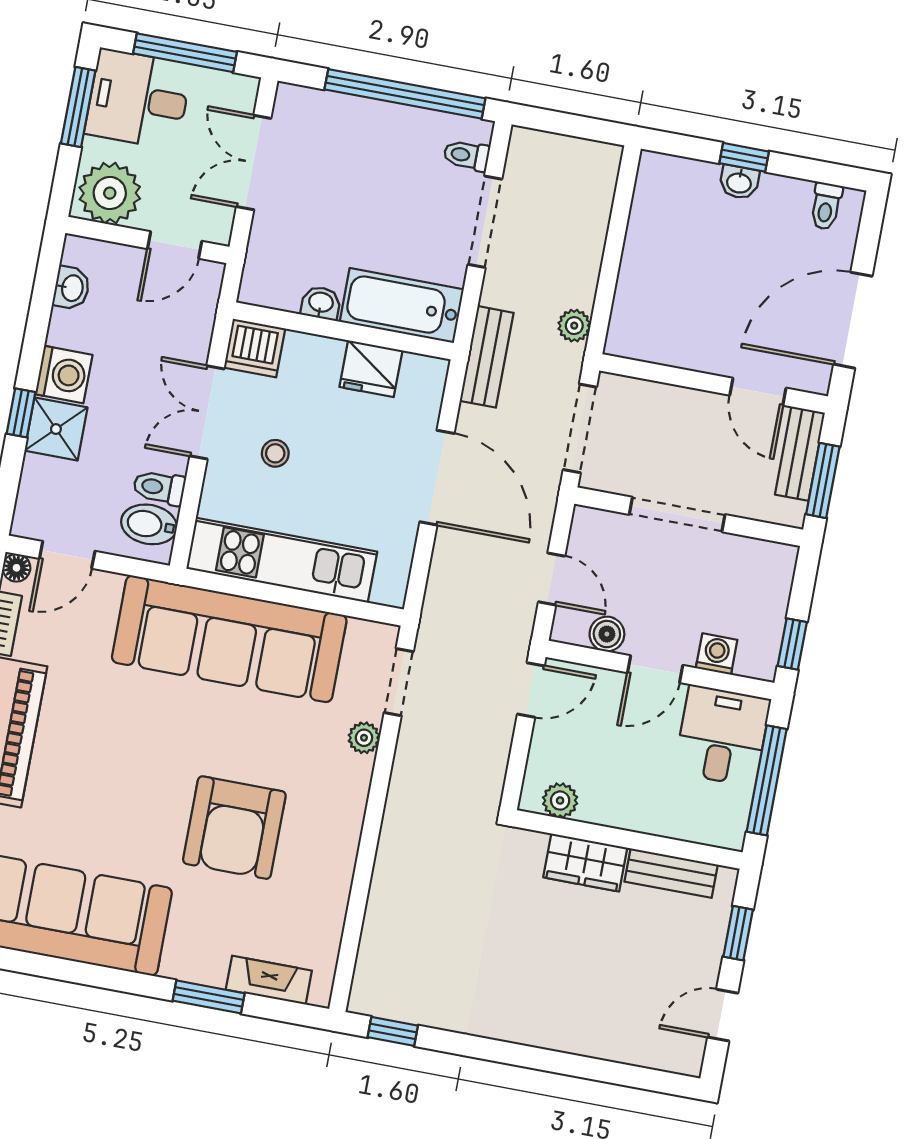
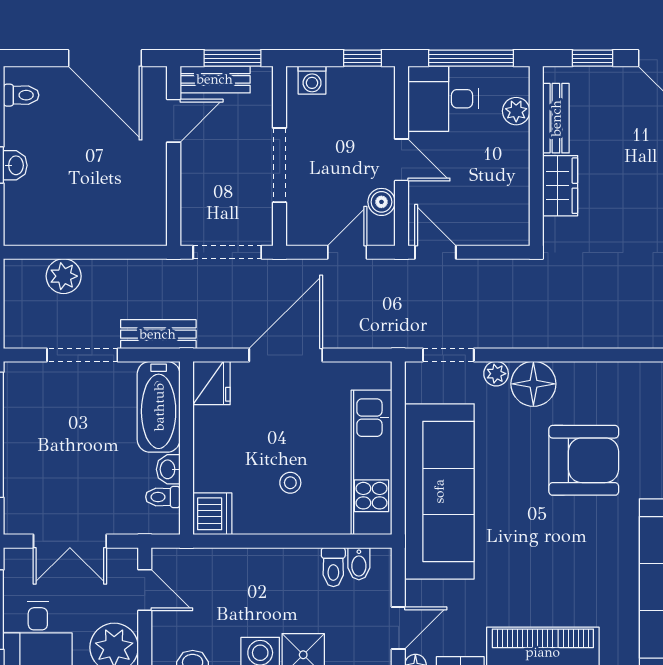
toilet: (467, 155) -> (163, 497), moved, turned 90
plant: (574, 326) -> (64, 276), moved, width x1.38, depth x1.38
bench: (487, 357) -> (158, 334), moved
fridge: (371, 369) -> (211, 383), moved
double door: (207, 412) -> (269, 541), removed
bidet: (149, 524) -> (359, 564), width x0.72, depth x0.74
door: (67, 555) -> (398, 628), hinge flipped
washing machine: (717, 654) -> (312, 80), moved, turned -90
floor lamp: (342, 782) -> (533, 384), added
plant: (560, 801) -> (516, 111), moved

